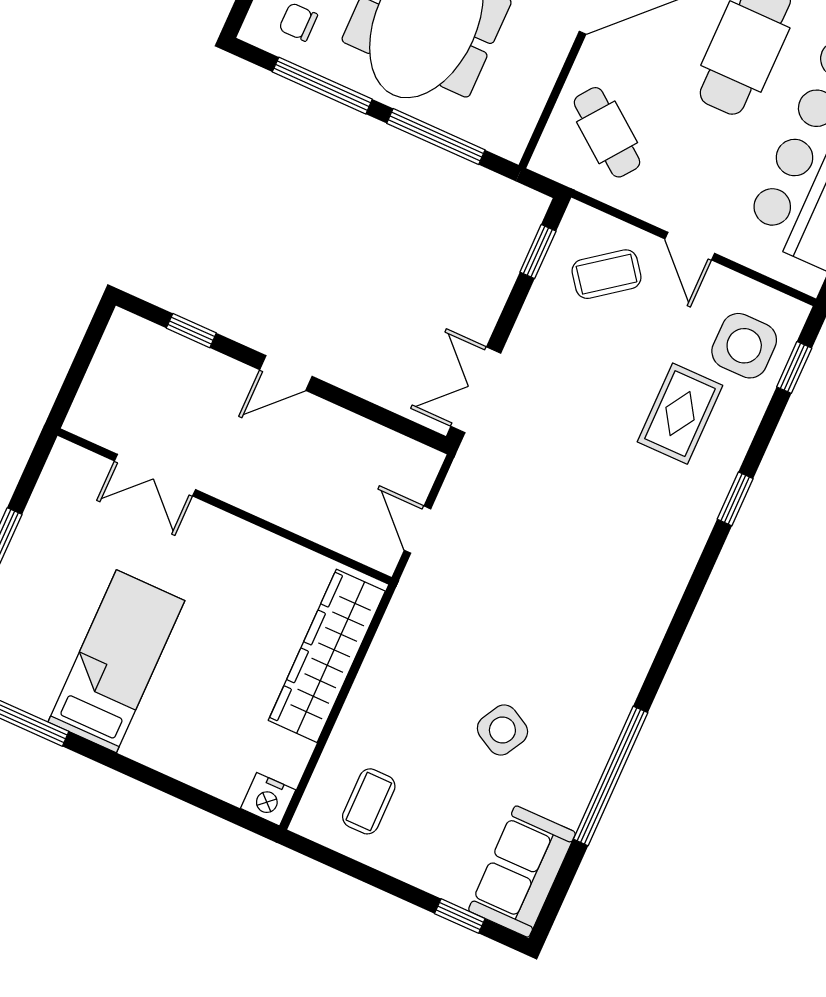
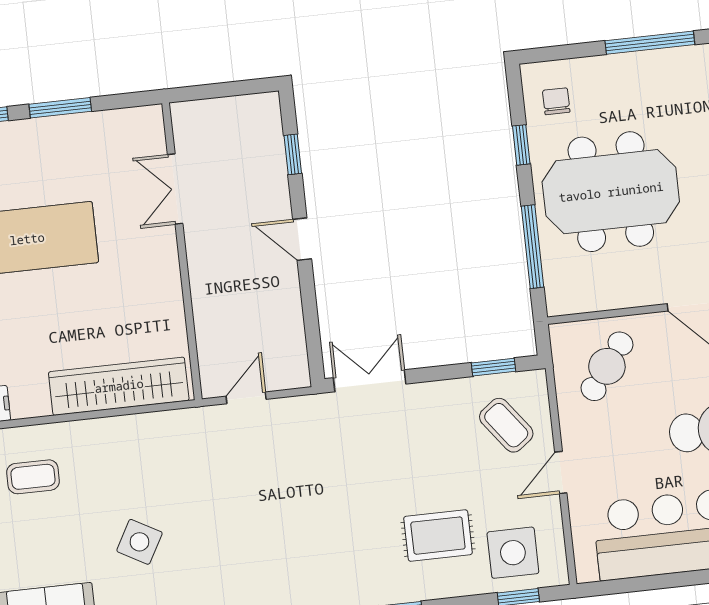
window: (322, 86) -> (521, 145), width x0.46

